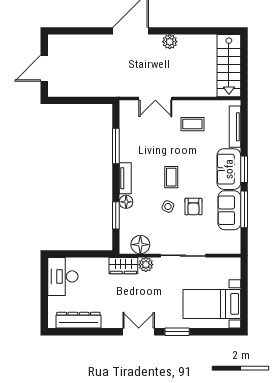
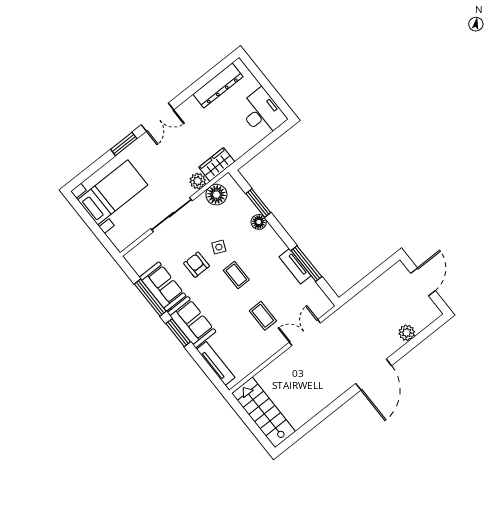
plant: (170, 42) -> (407, 333), moved
coffee table: (192, 124) -> (263, 316), moved, turned 90
tv unit: (125, 178) -> (295, 266), moved

